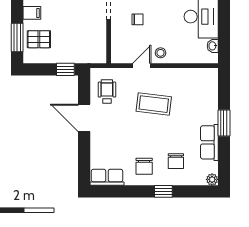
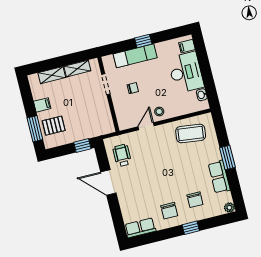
coffee table: (154, 104) -> (191, 133), moved

